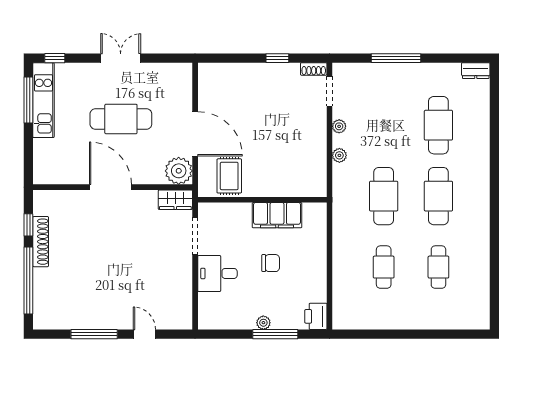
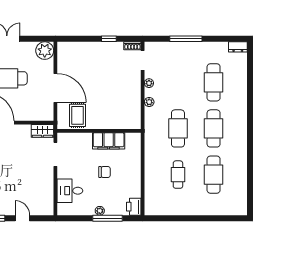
plant: (179, 171) -> (45, 51), moved
cafe table: (438, 267) -> (214, 175), width x1.37, depth x1.35
desk: (217, 273) -> (70, 191), moved

